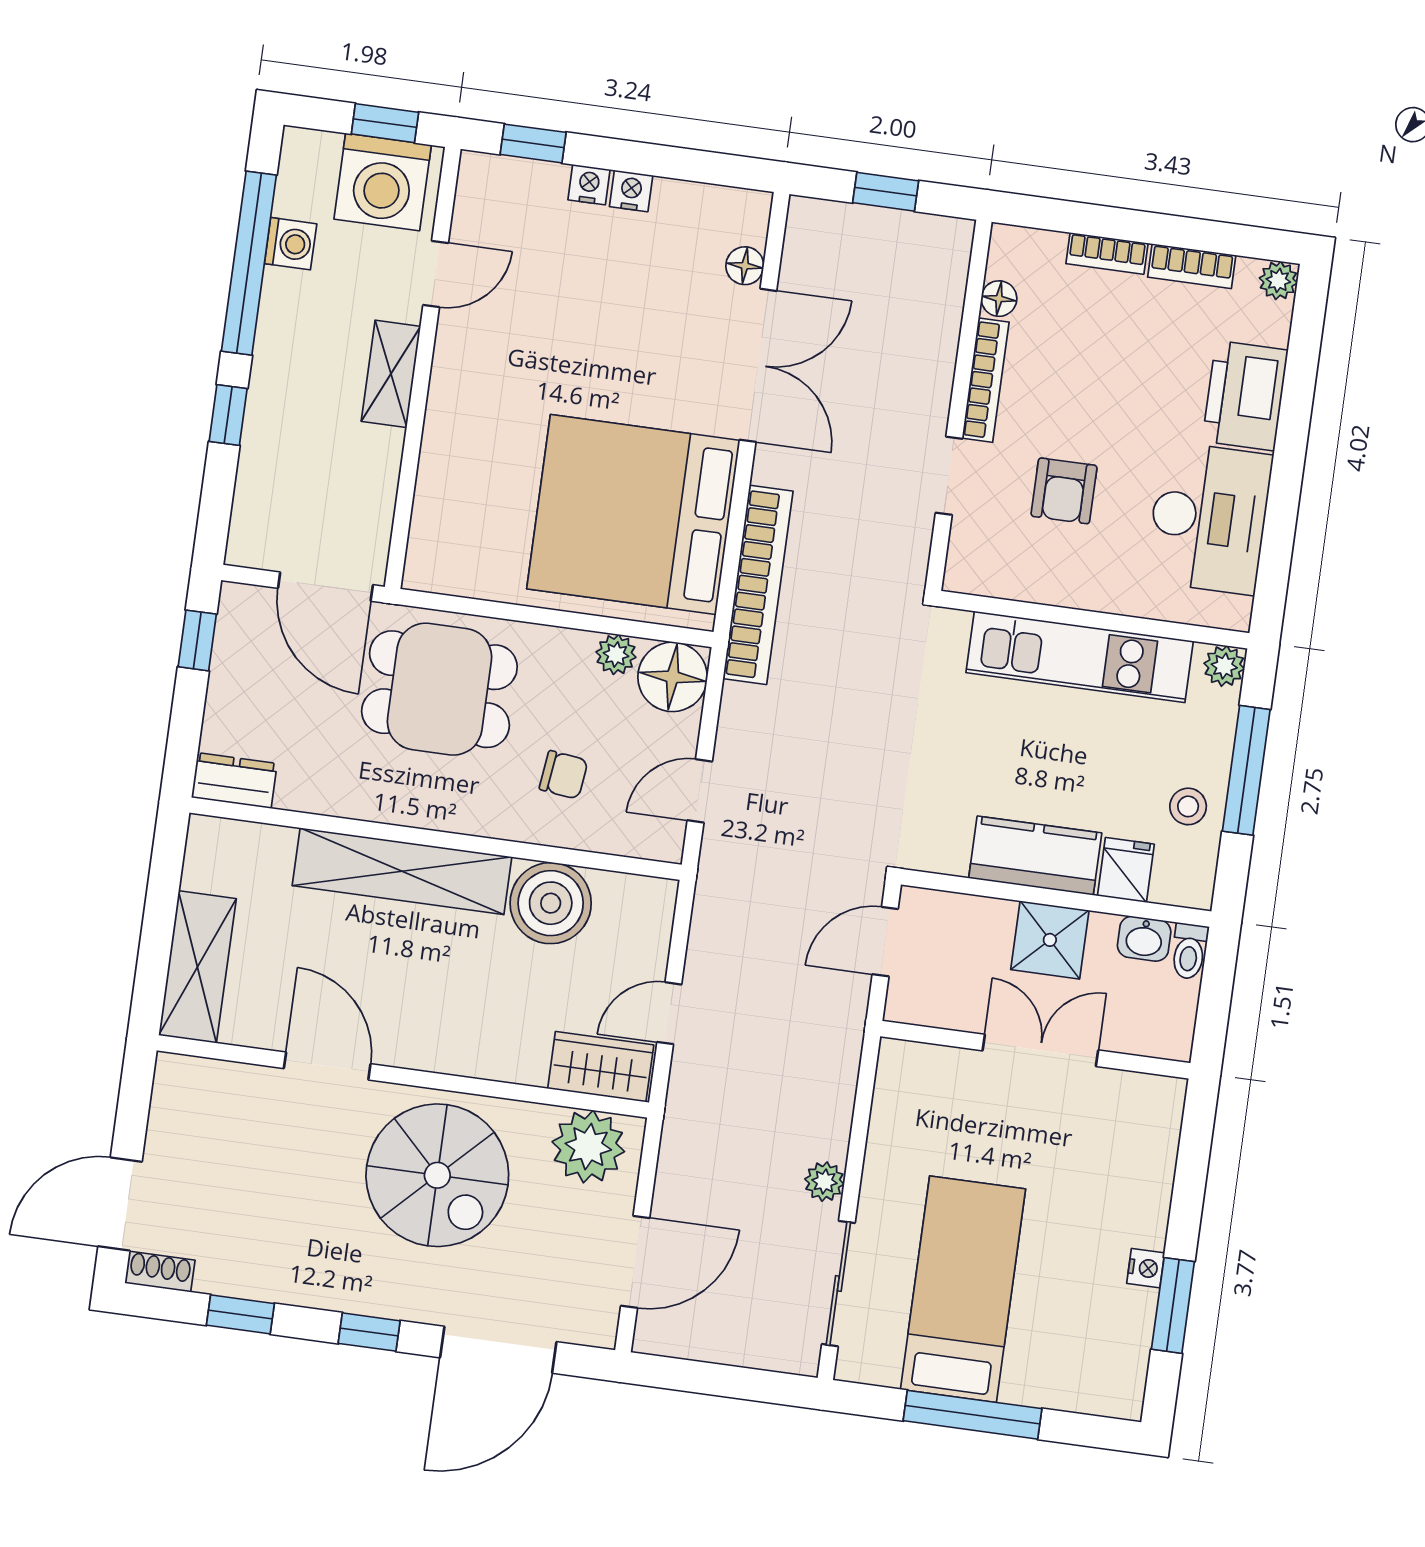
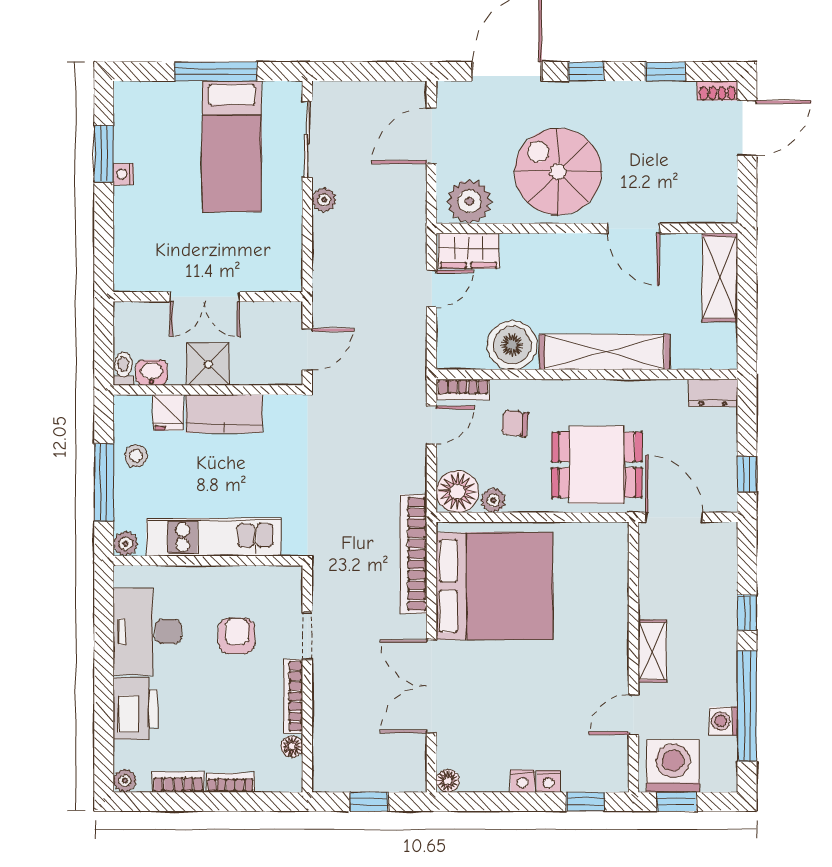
floor lamp: (745, 266) -> (448, 781), moved
bookcase: (641, 842) -> (463, 389), added

